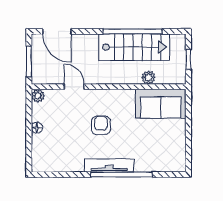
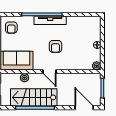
door: (74, 87) -> (49, 72), moved
armchair: (169, 154) -> (11, 28), added

